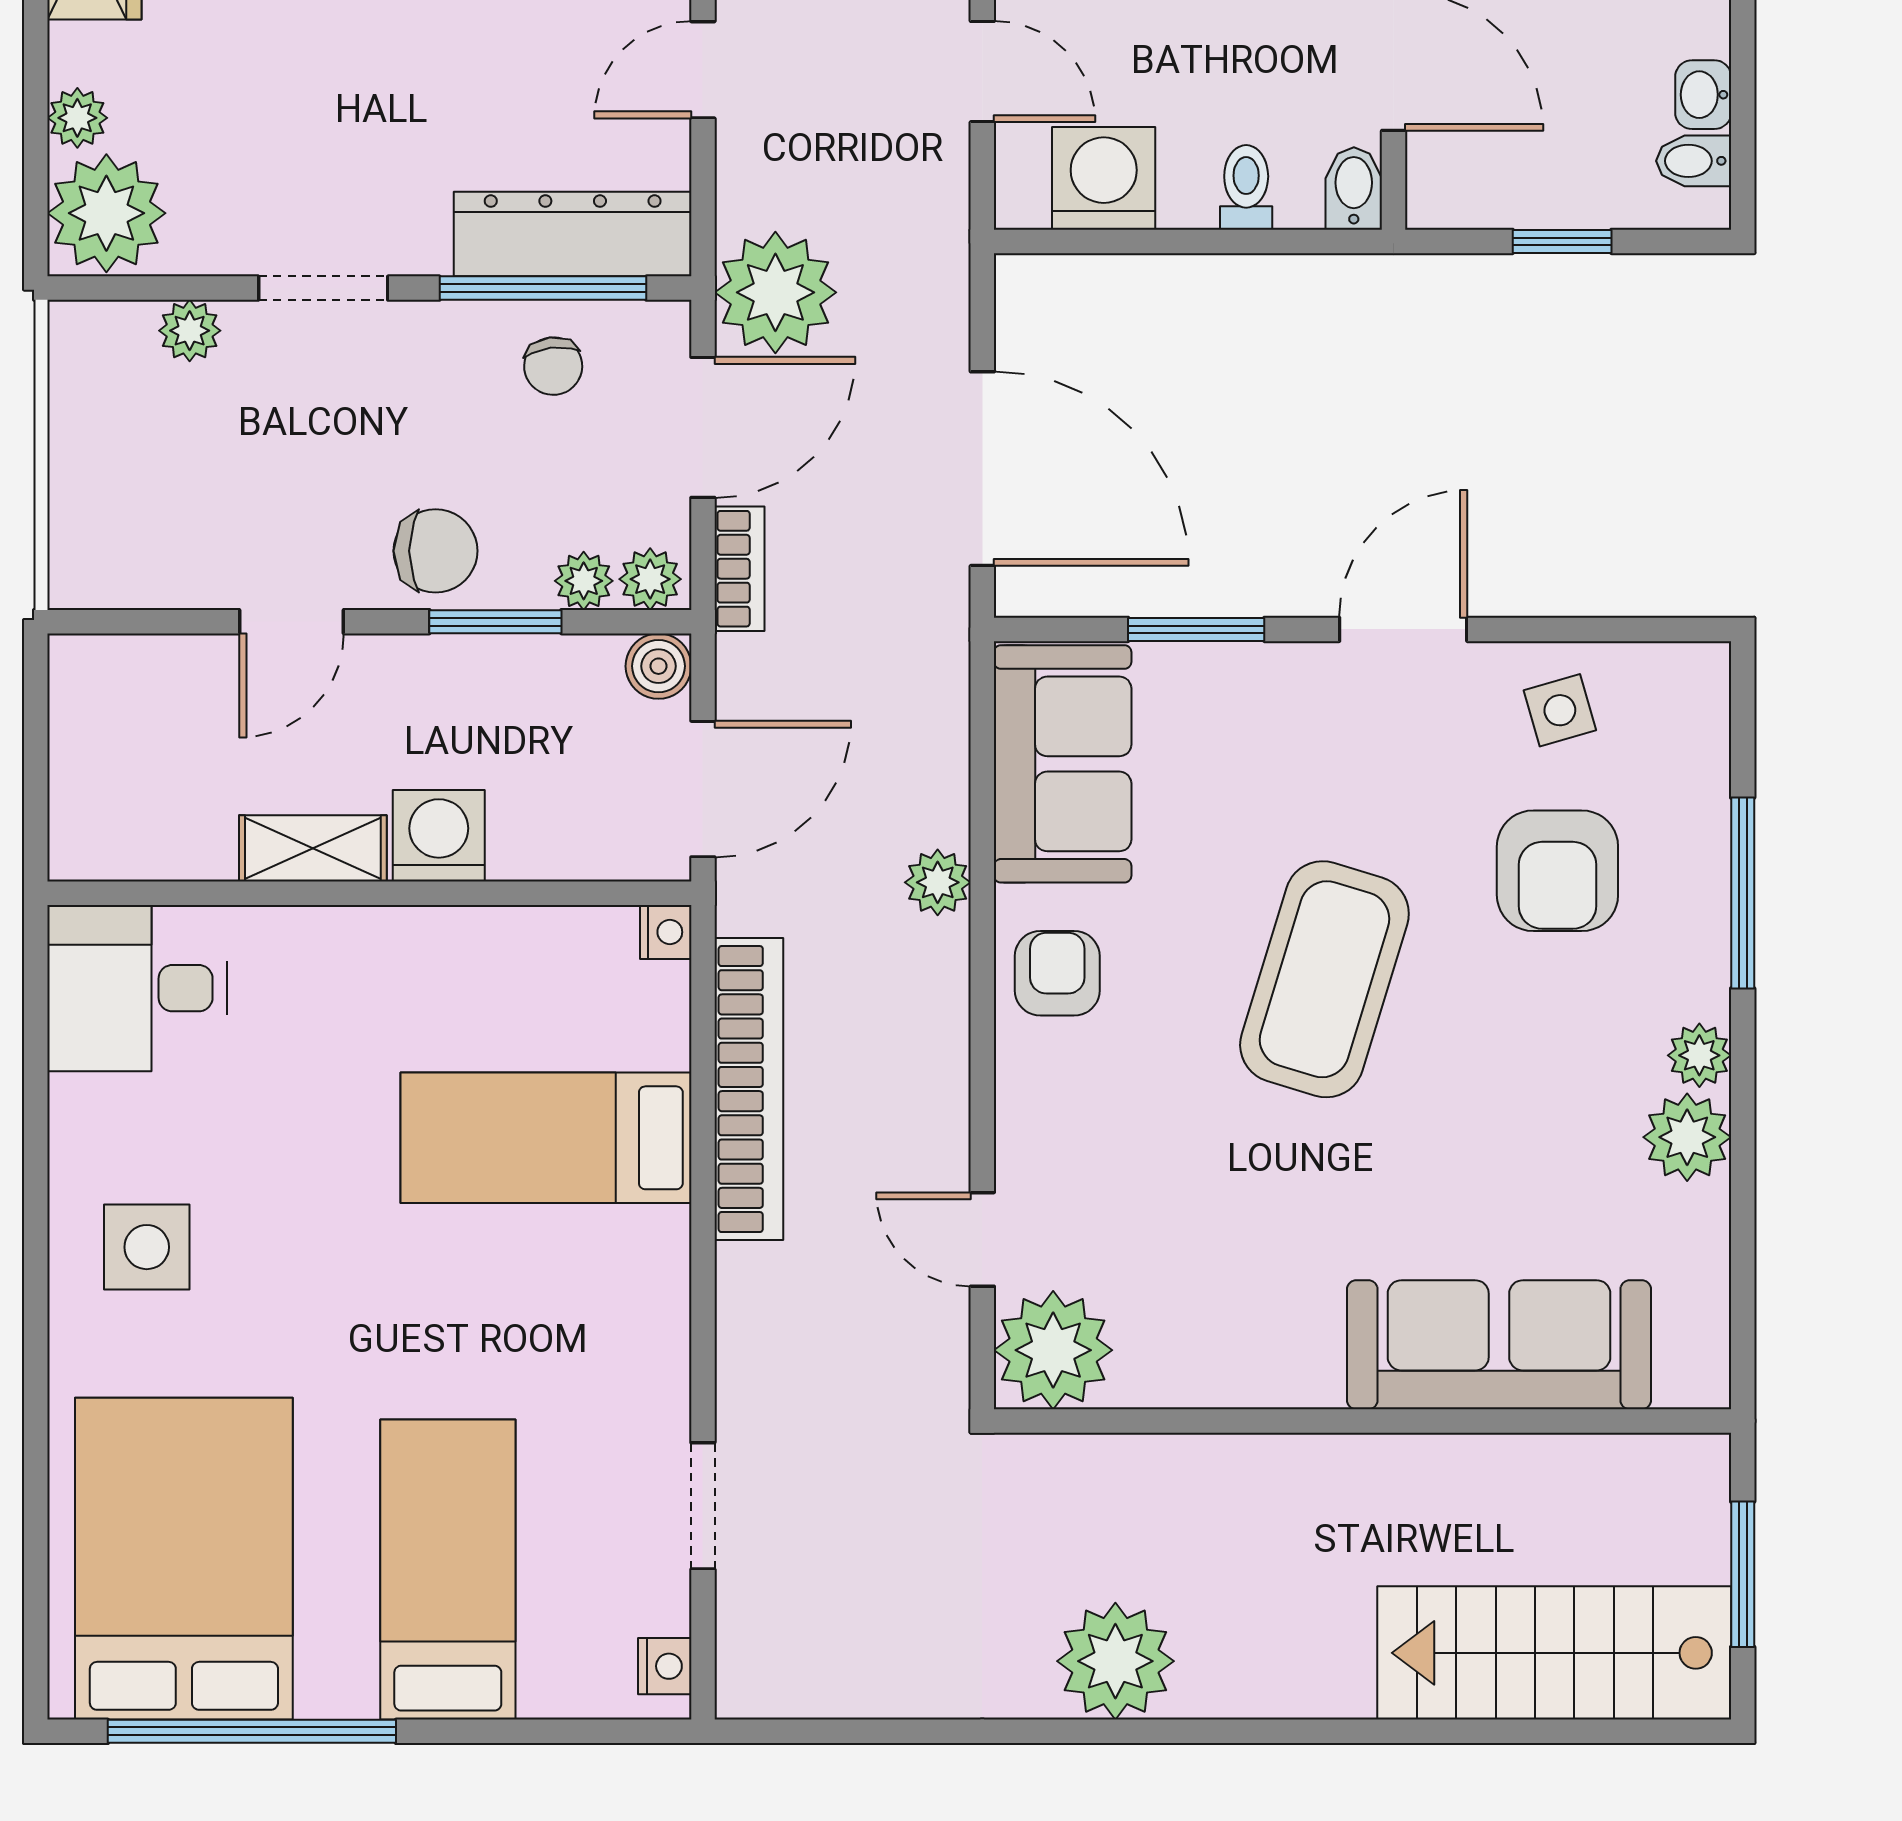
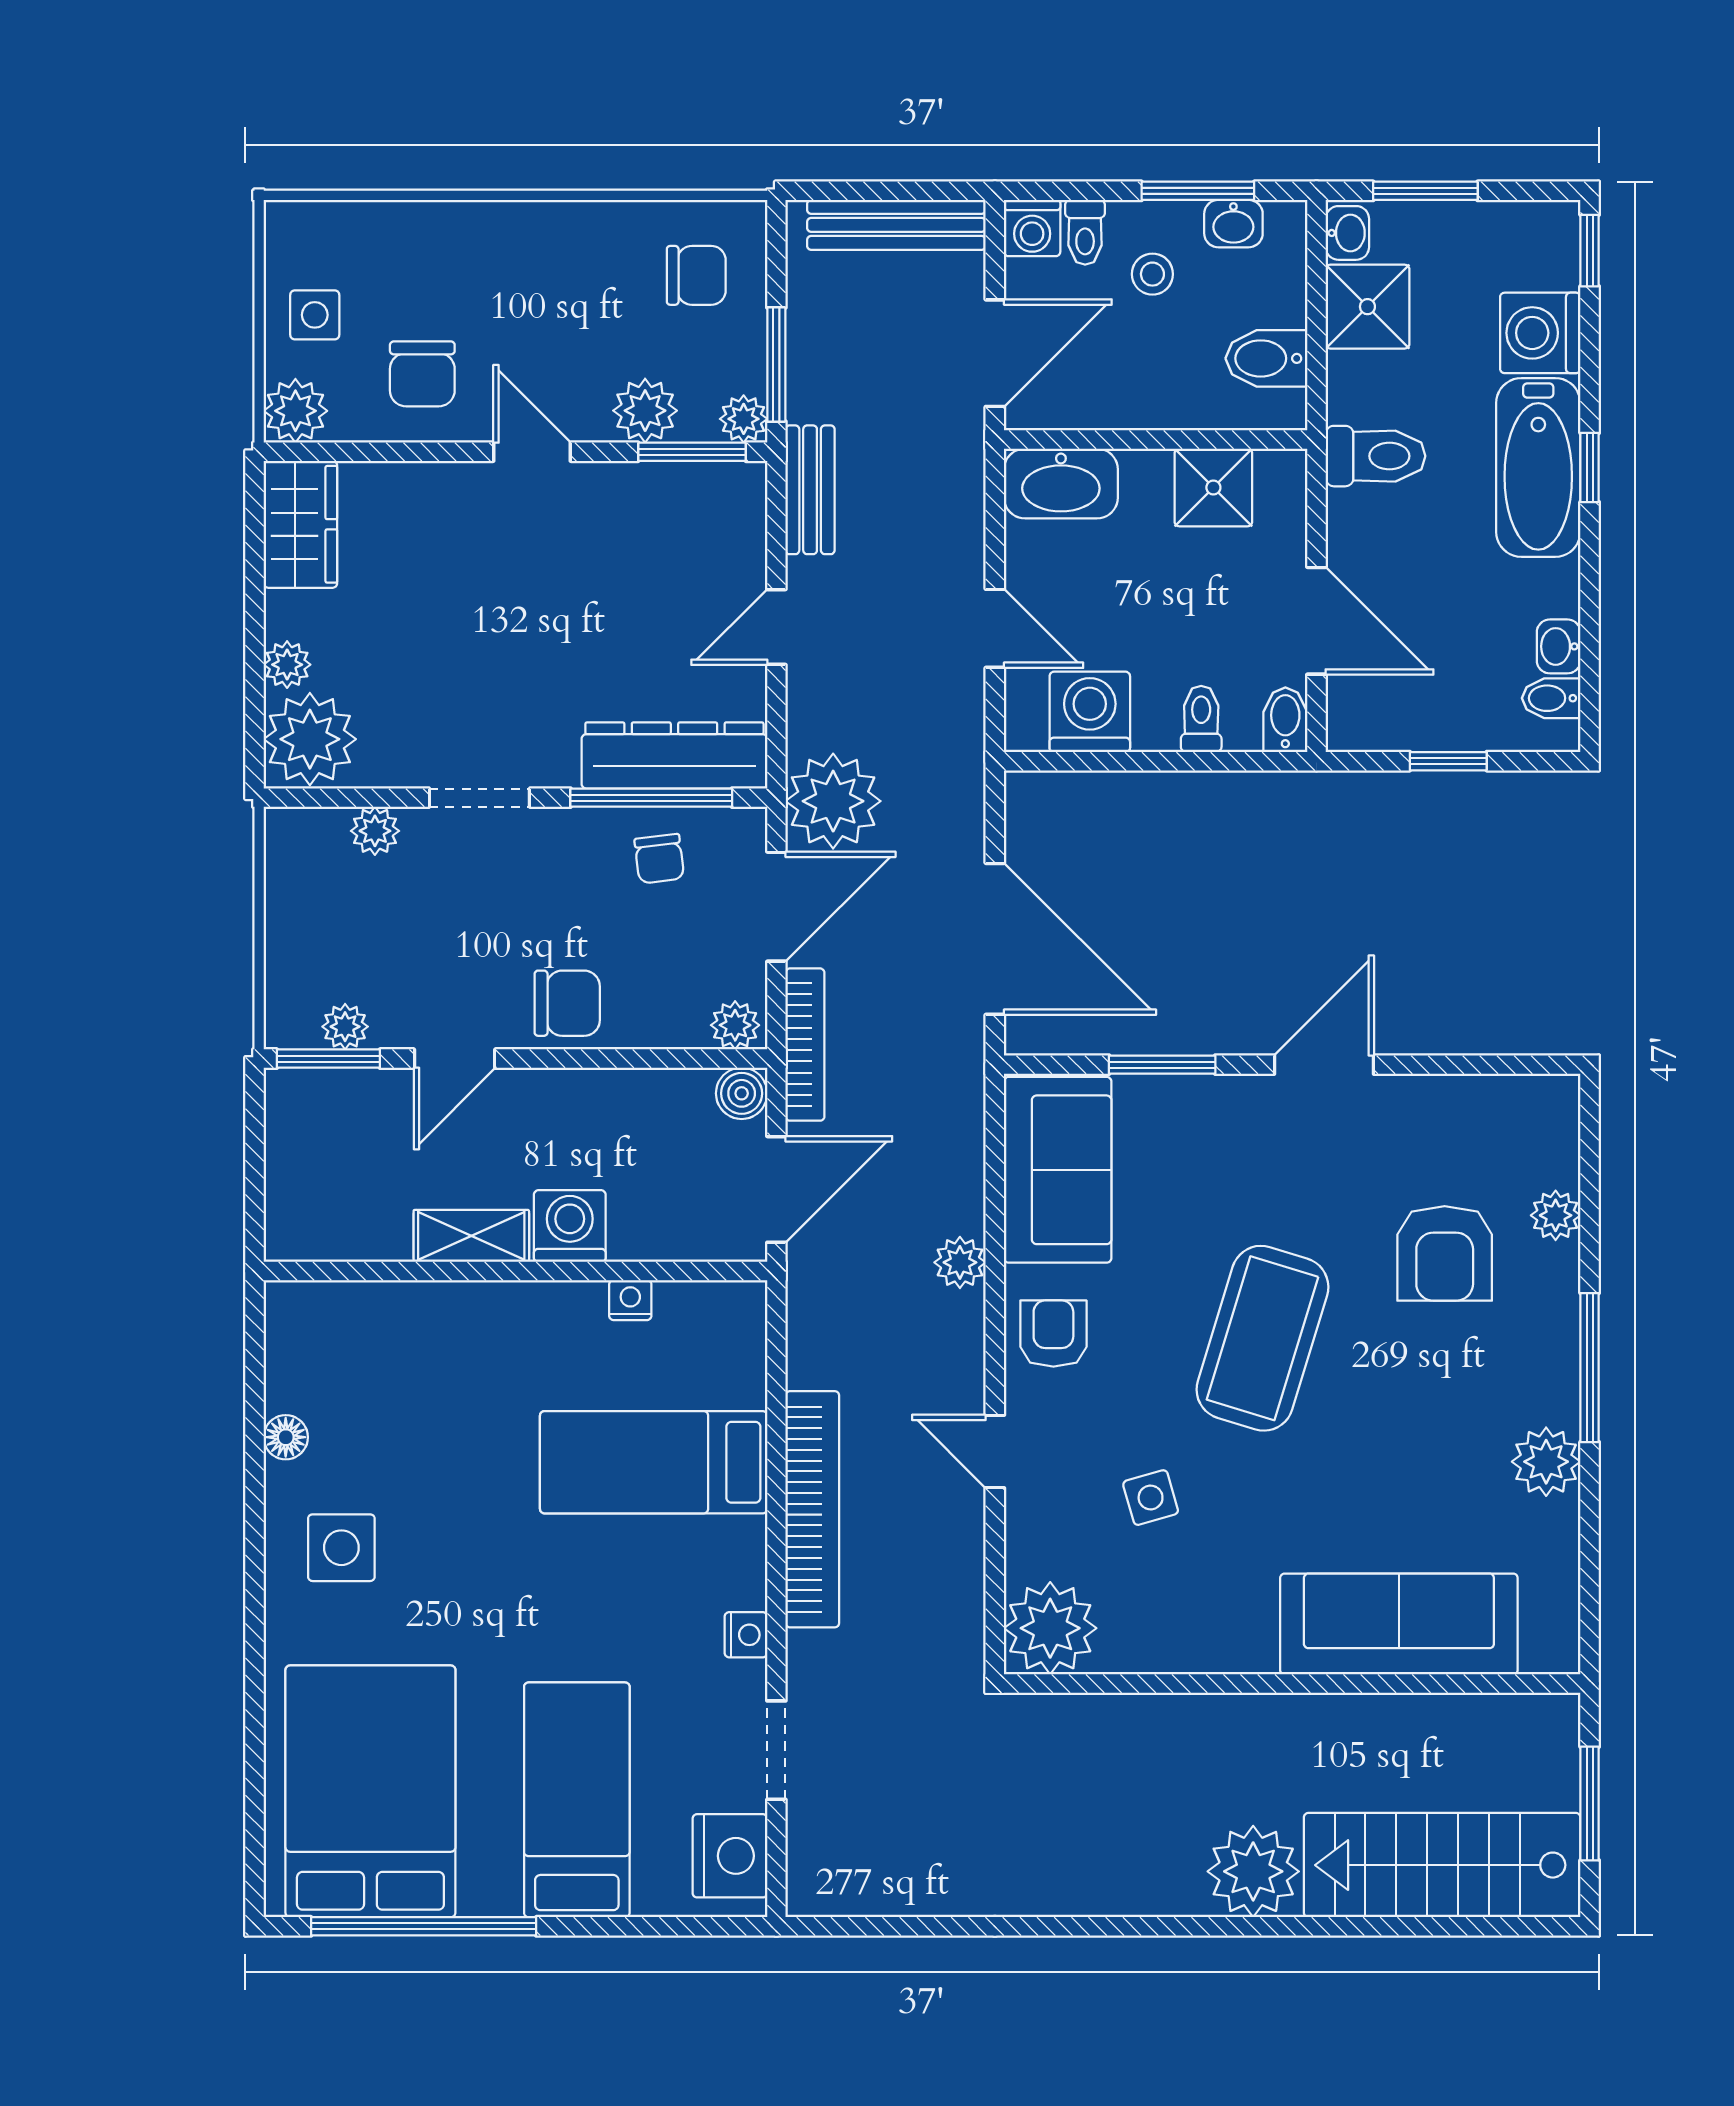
bookcase: (740, 569) -> (805, 1045), width x1.56
plant: (584, 581) -> (345, 1027), moved
window: (495, 622) -> (328, 1059), moved
side table: (1560, 710) -> (1151, 1498), moved
window: (1743, 893) -> (1590, 1368), moved
nightstand: (666, 932) -> (630, 1300), moved, turned -90
desk: (137, 988) -> (334, 1345), removed
plant: (1699, 1055) -> (1556, 1215), moved
bookcase: (749, 1089) -> (812, 1509), moved
floor lamp: (76, 1106) -> (286, 1437), added
door: (982, 1239) -> (995, 1451), moved
nightstand: (664, 1358) -> (746, 1635), added
plant: (1115, 1661) -> (1253, 1871), moved
nightstand: (665, 1666) -> (730, 1856), width x1.89, depth x1.79

